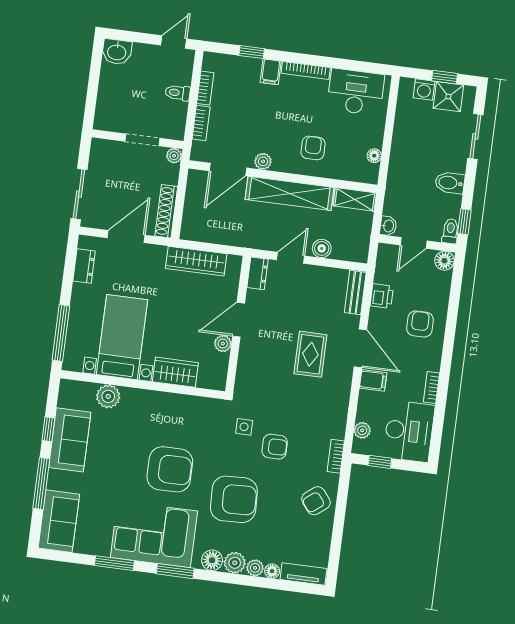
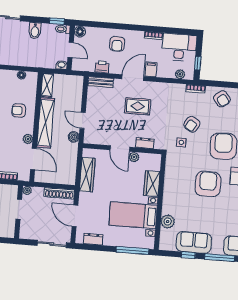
boiler: (322, 248) -> (74, 137), moved
dresser: (258, 273) -> (145, 143), moved
armchair: (420, 324) -> (117, 44), turned -90
armchair: (275, 447) -> (192, 124), turned -148

